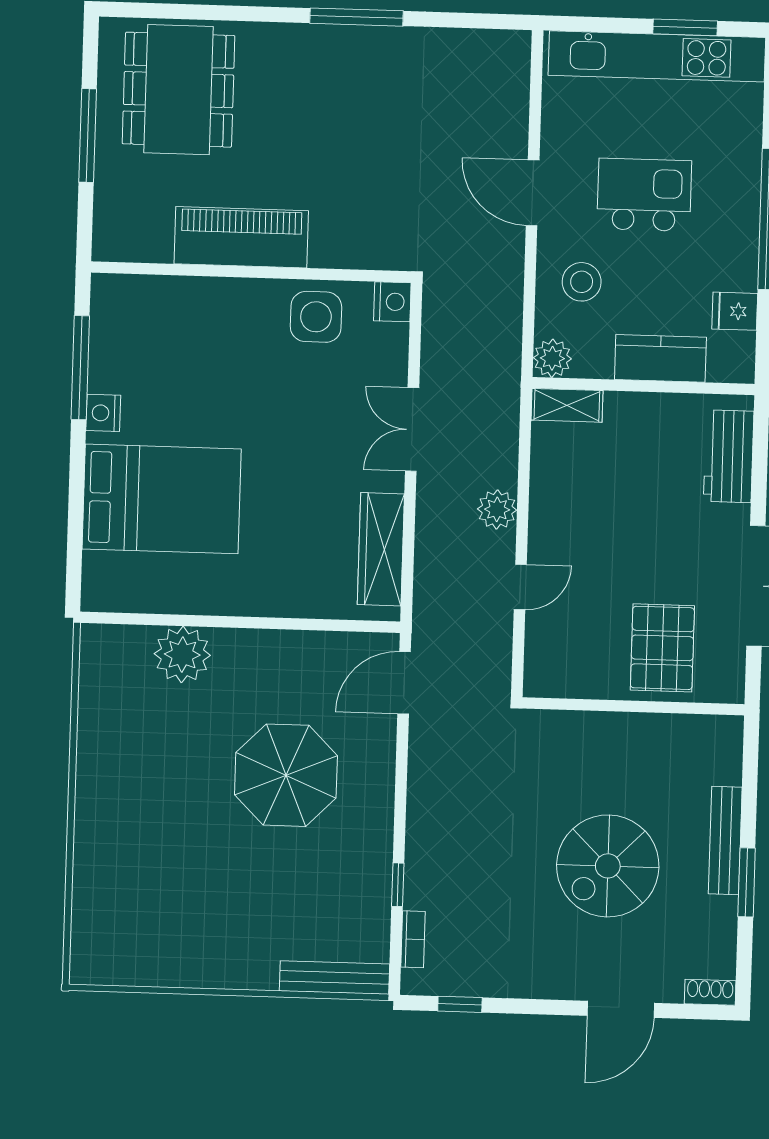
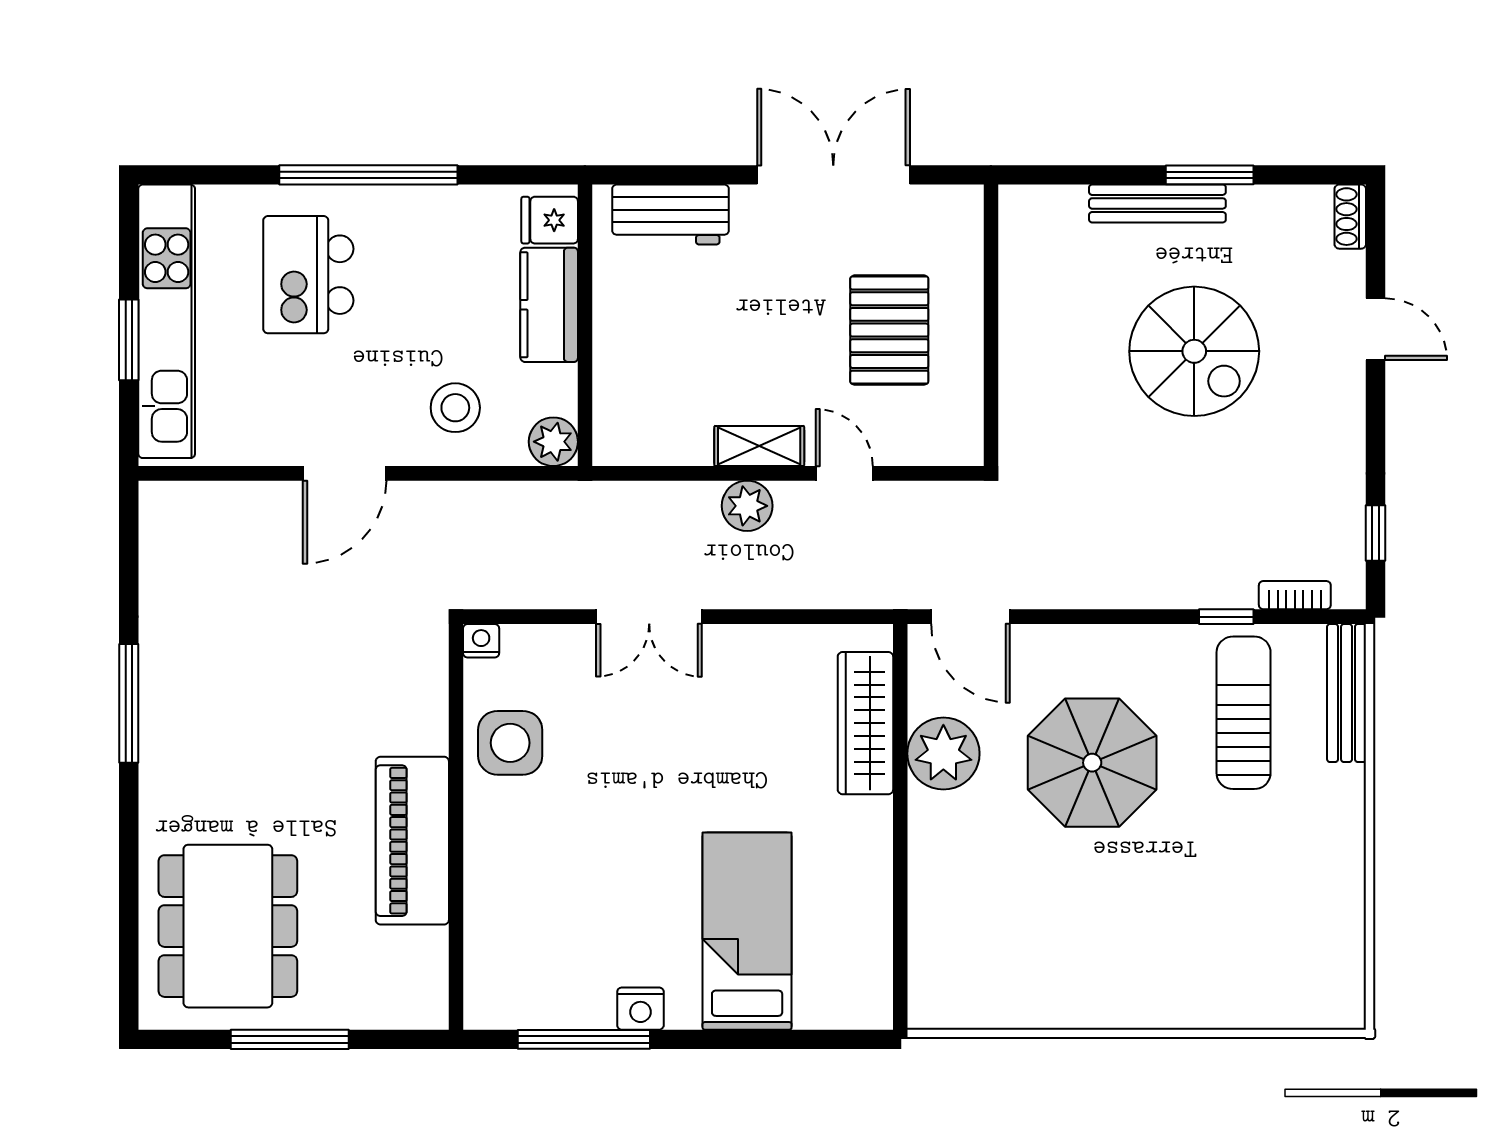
window: (685, 27) -> (129, 340), moved
dining table: (179, 90) -> (228, 926), turned 90
kitchen island: (644, 195) -> (308, 275), moved
nightstand: (392, 302) -> (481, 641), width x0.72, depth x0.74
fridge: (735, 311) -> (550, 220), moved, turned 90
shelving: (567, 405) -> (759, 446), moved, turned 90
bed: (162, 499) -> (747, 931), width x0.67
wardrobe: (381, 549) -> (865, 723), moved, turned 90
pallet: (662, 648) -> (889, 330), moved, turned 90
plant: (182, 655) -> (943, 754), moved
sun lounger: (322, 896) -> (1244, 713), added
door: (621, 1009) -> (1375, 329), width x0.73

